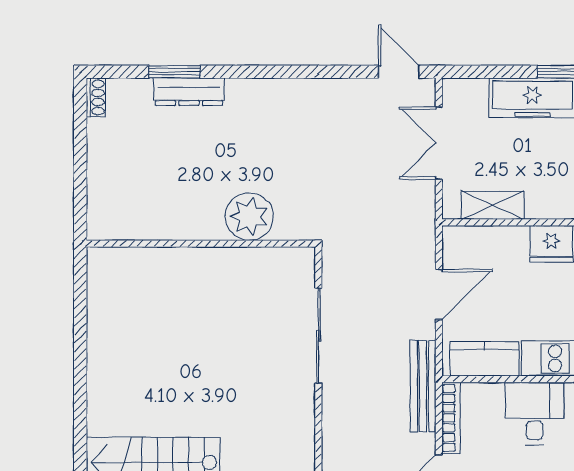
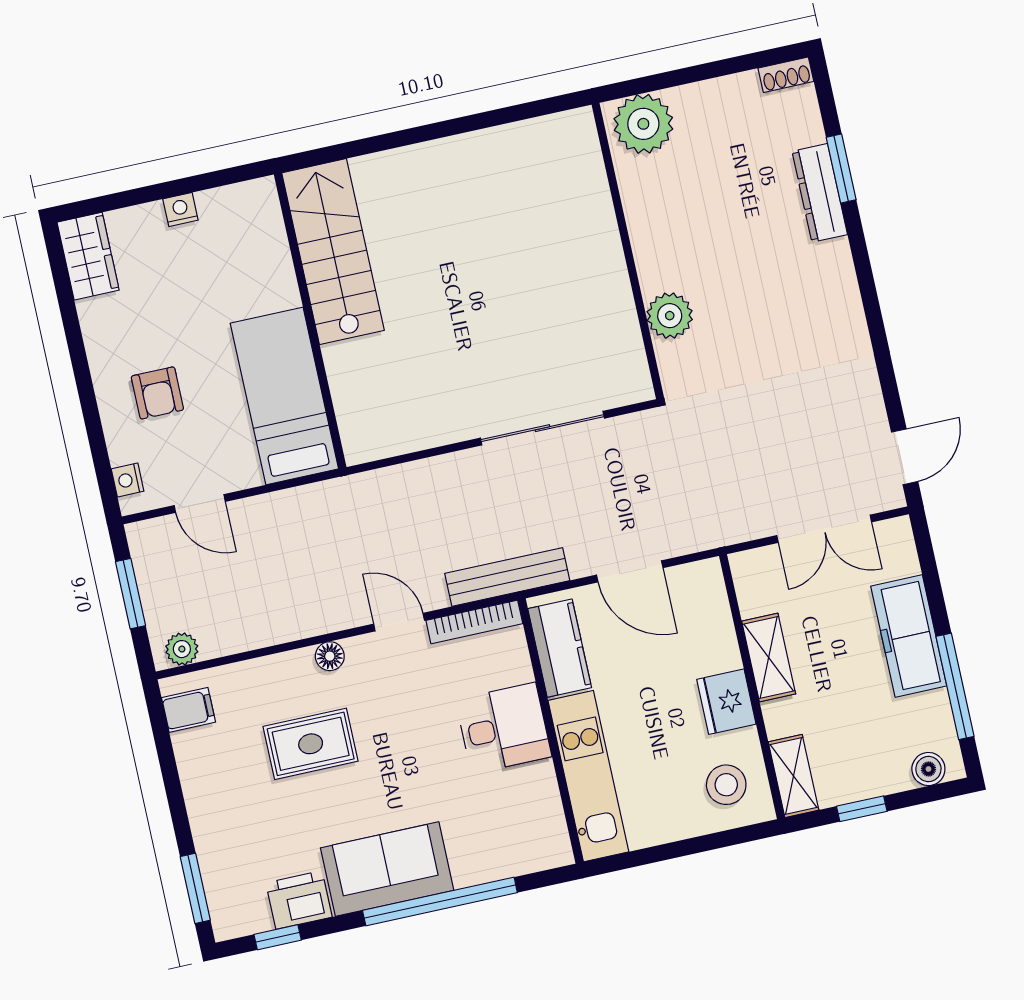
double door: (439, 143) -> (824, 529), swing flipped
shelving: (493, 205) -> (769, 658), moved
plant: (109, 211) -> (643, 124), added
plant: (249, 217) -> (670, 316), width x0.73, depth x0.73

